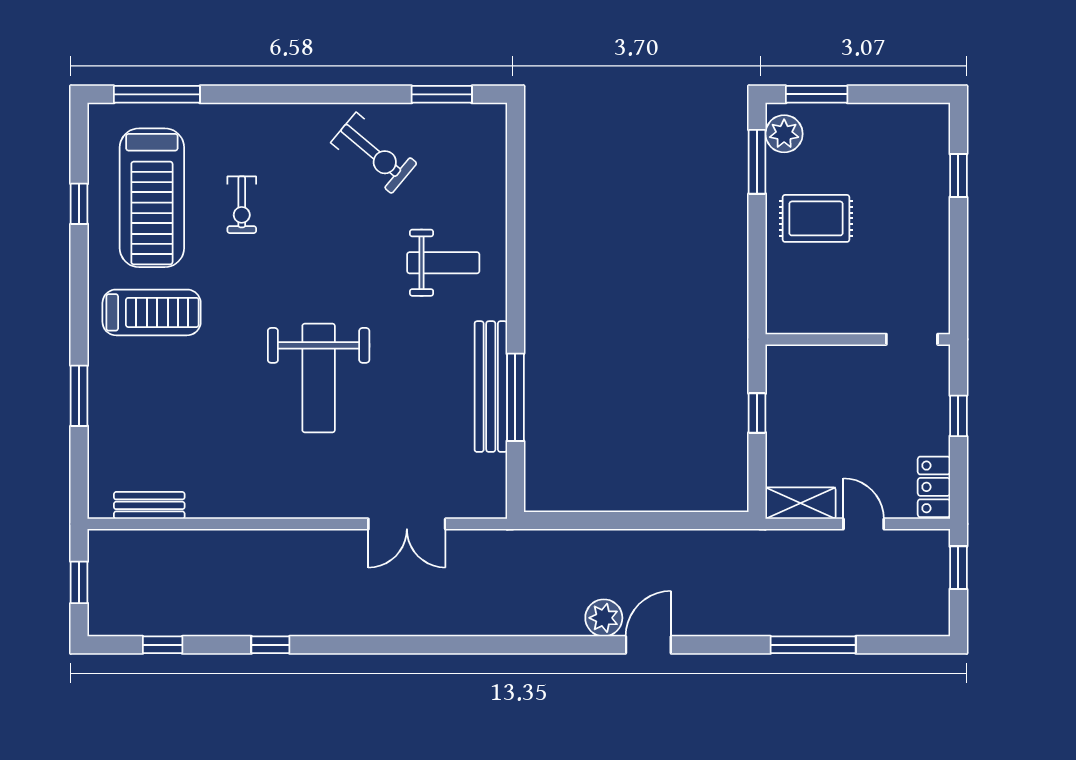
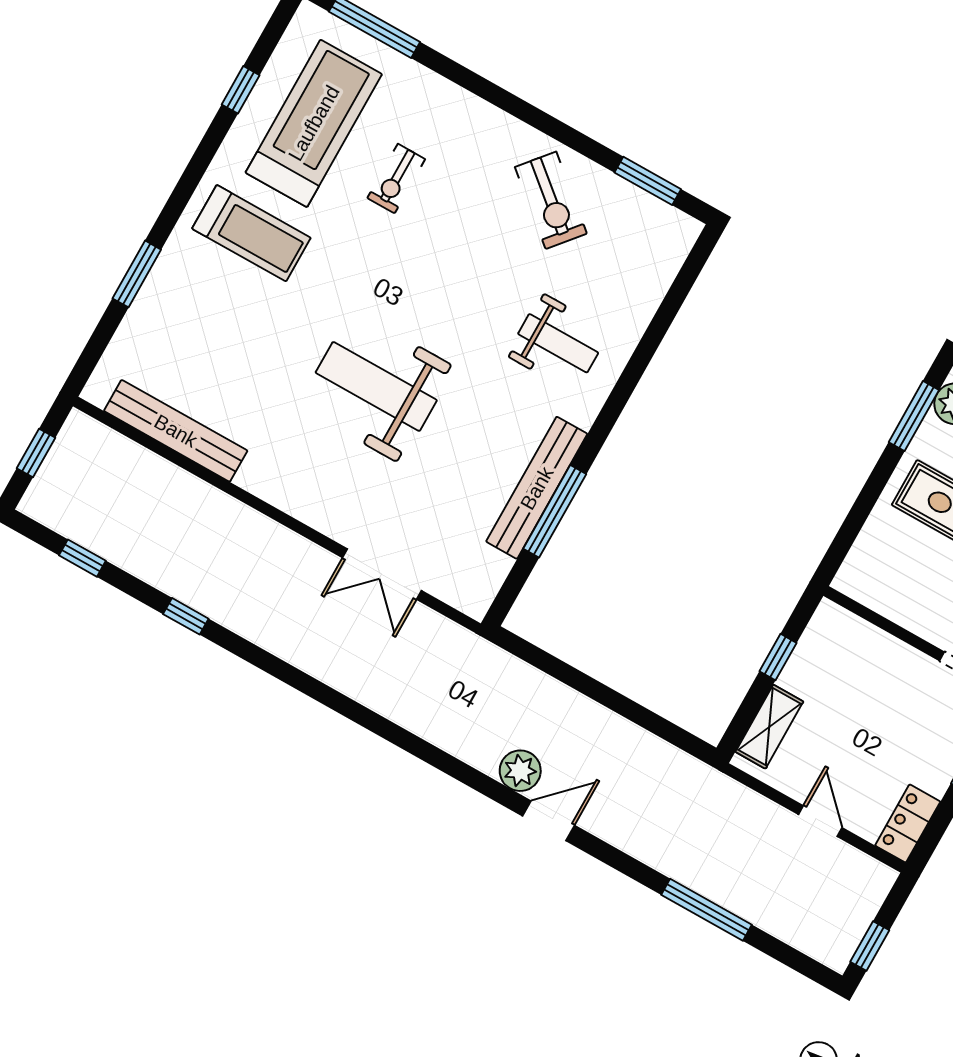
treadmill: (152, 198) -> (314, 123), turned 180
weight bench: (319, 378) -> (376, 386), turned 90
shelving: (801, 503) -> (769, 727), moved, turned 90
bench: (149, 505) -> (176, 431), width x1.86, depth x1.21
window: (958, 568) -> (870, 946), moved

